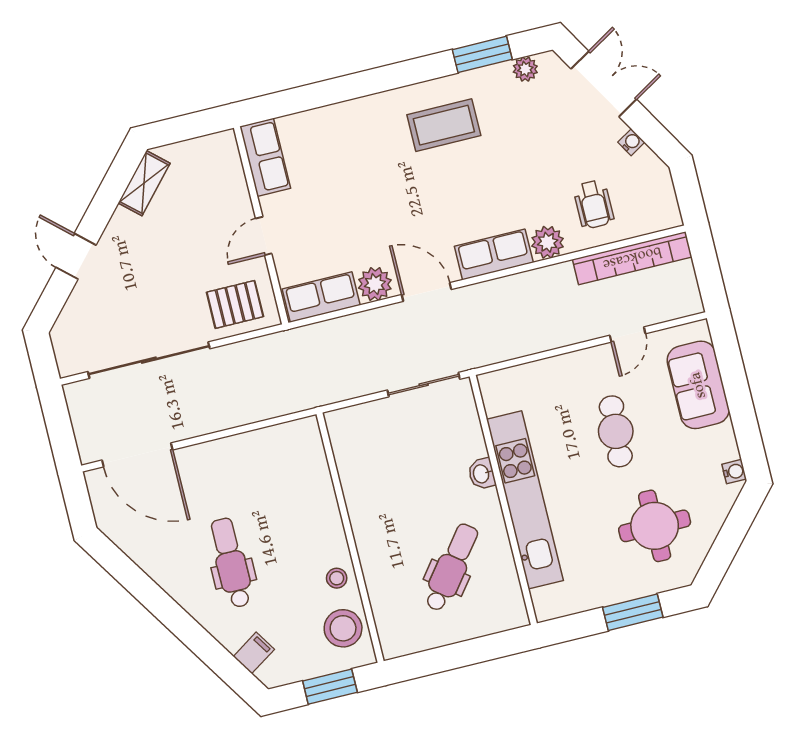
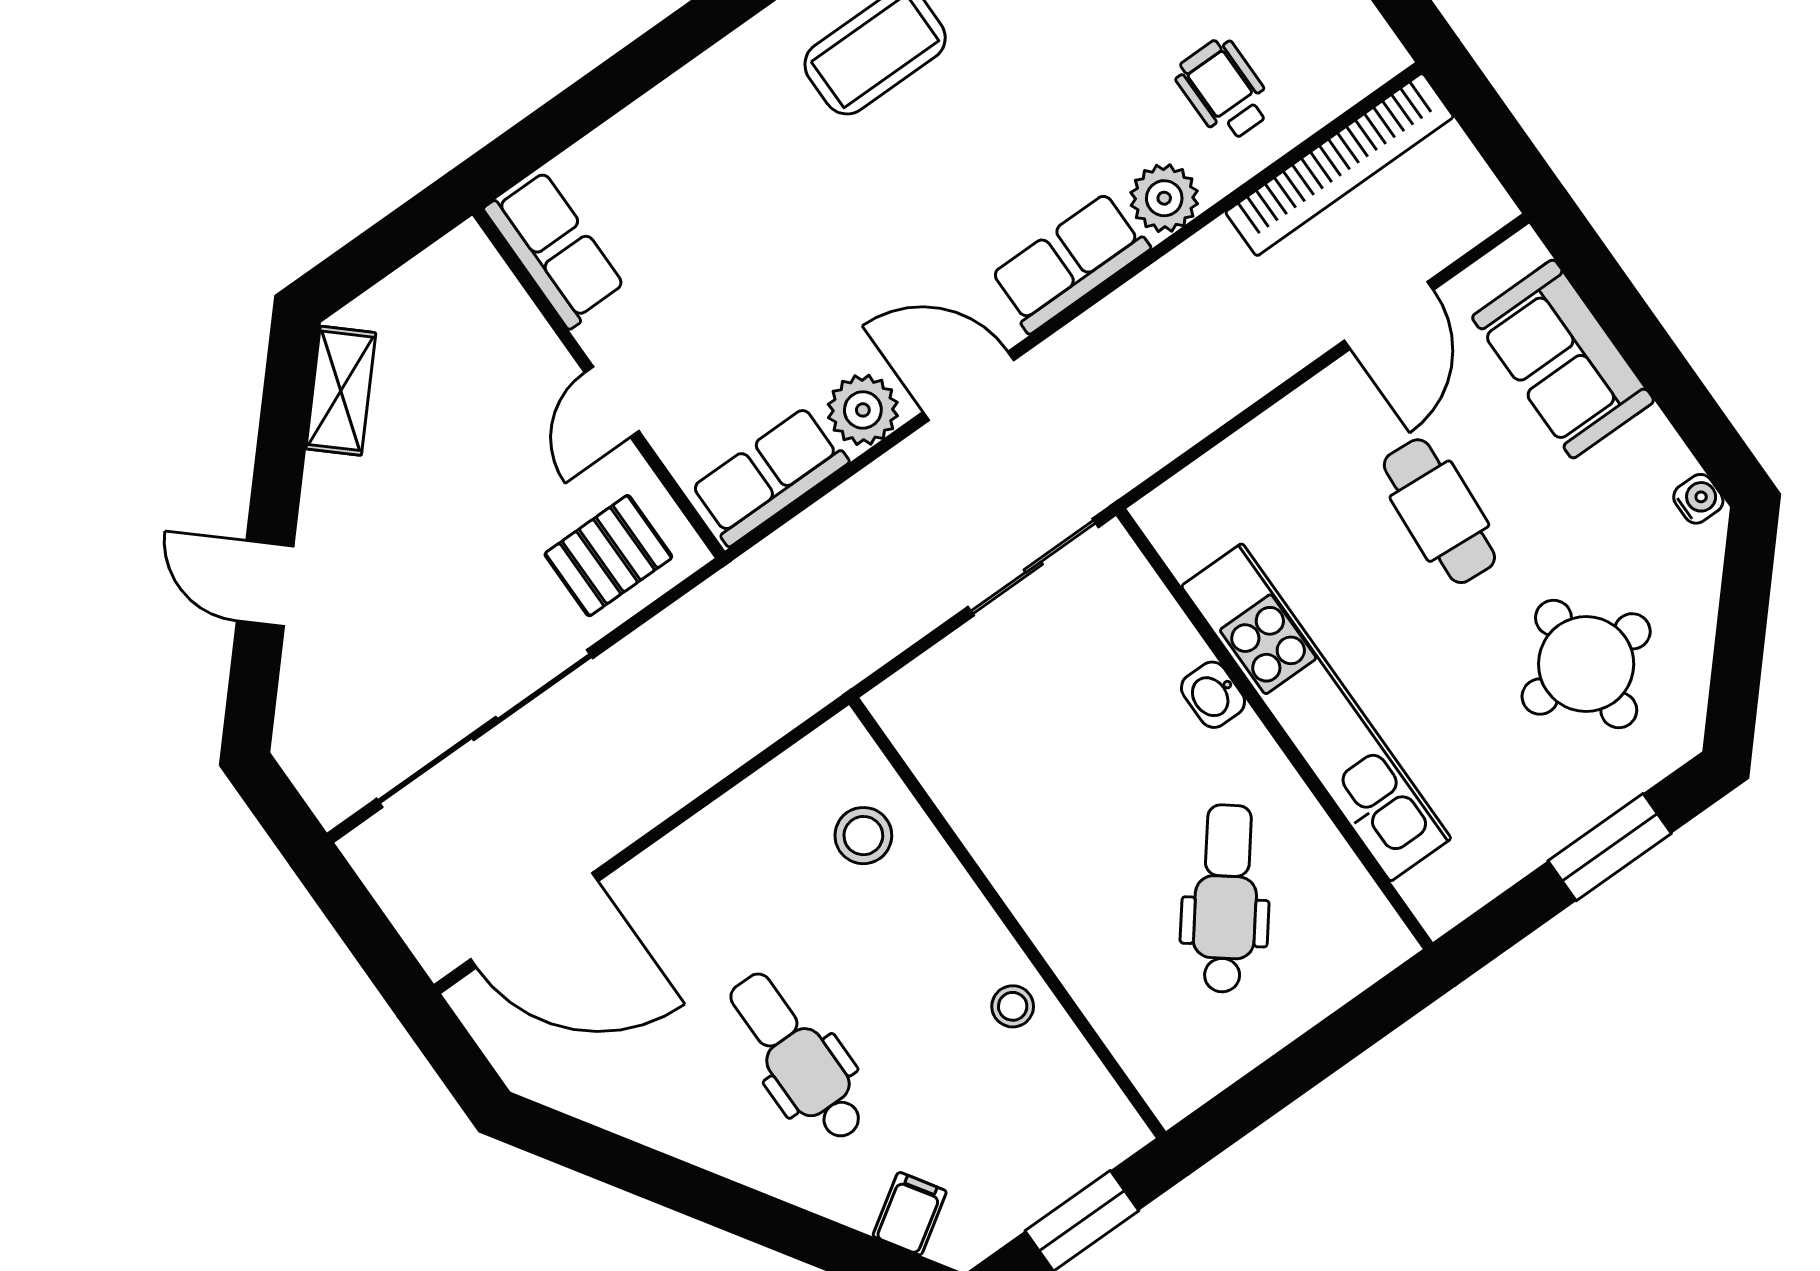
wheelchair: (594, 204) -> (1224, 90), turned 180
door: (628, 335) -> (1389, 315), width x1.38
stool: (343, 628) -> (863, 836), moved, width x0.73, depth x0.73

